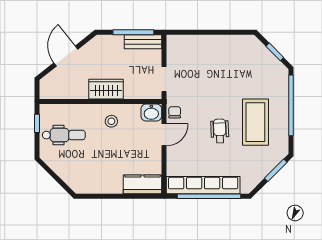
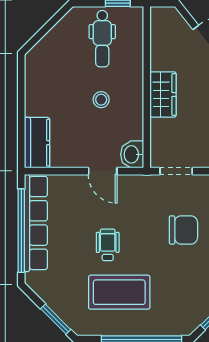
chair: (175, 112) -> (183, 230), moved, width x1.87, depth x1.87
stool: (111, 121) -> (101, 100), moved
wheelchair: (220, 131) -> (108, 245), turned -88

